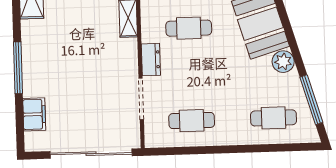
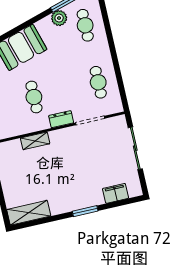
plant: (283, 62) -> (59, 18), moved
window: (18, 68) -> (85, 211), width x0.69
sliding door: (91, 154) -> (135, 148), width x0.73

